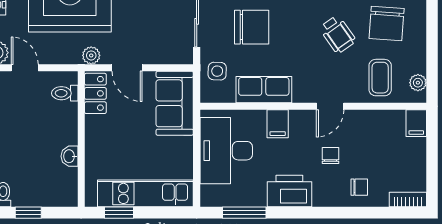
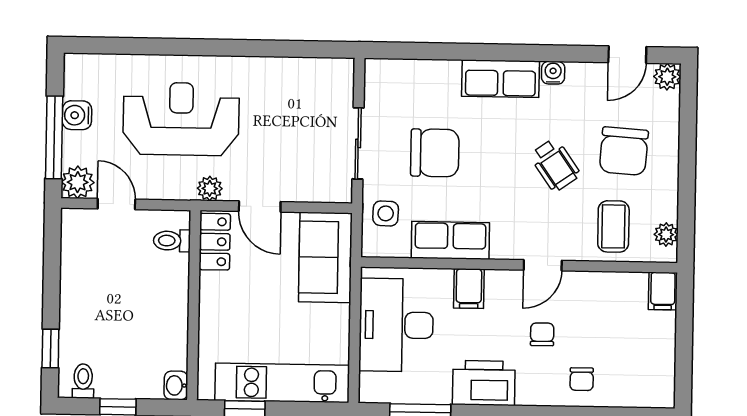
washbasin: (69, 156) -> (176, 385), moved
chair: (359, 187) -> (582, 379), turned 90
bookcase: (408, 200) -> (649, 398), removed

